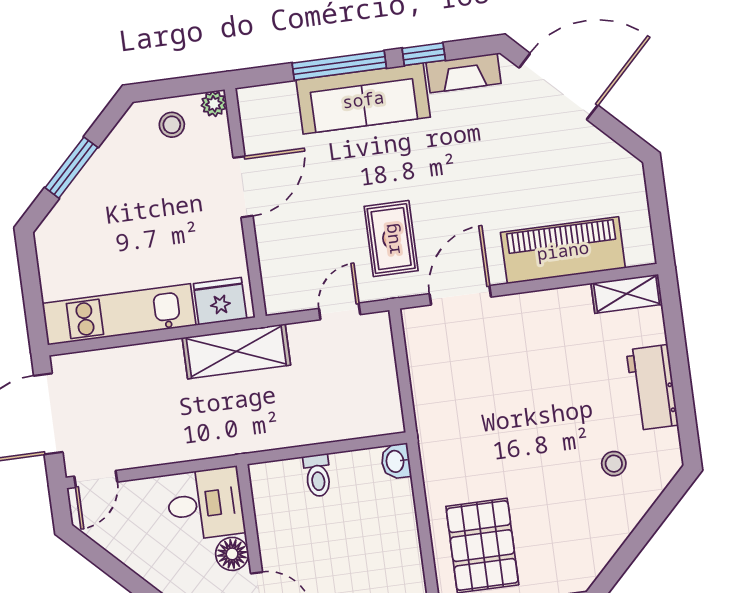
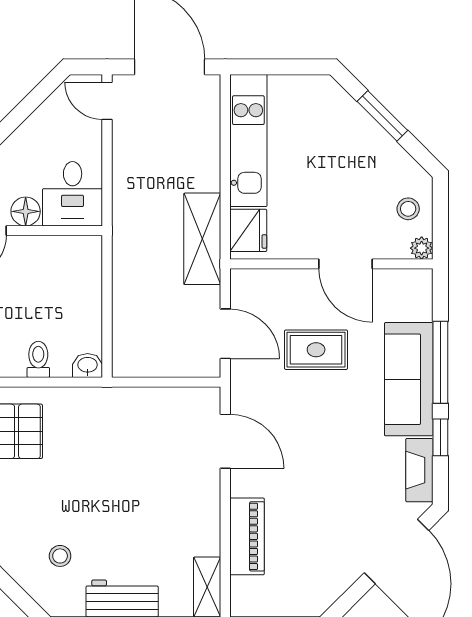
rug: (391, 239) -> (316, 350), moved
piano: (563, 250) -> (247, 536), width x0.73, depth x0.75
door: (340, 311) -> (225, 334), width x1.38
toilet: (318, 475) -> (38, 359), moved, turned 90

